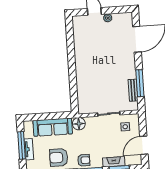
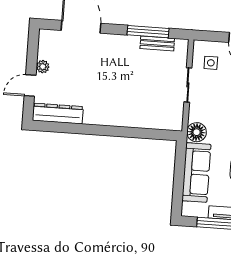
dresser: (79, 32) -> (58, 114), added

